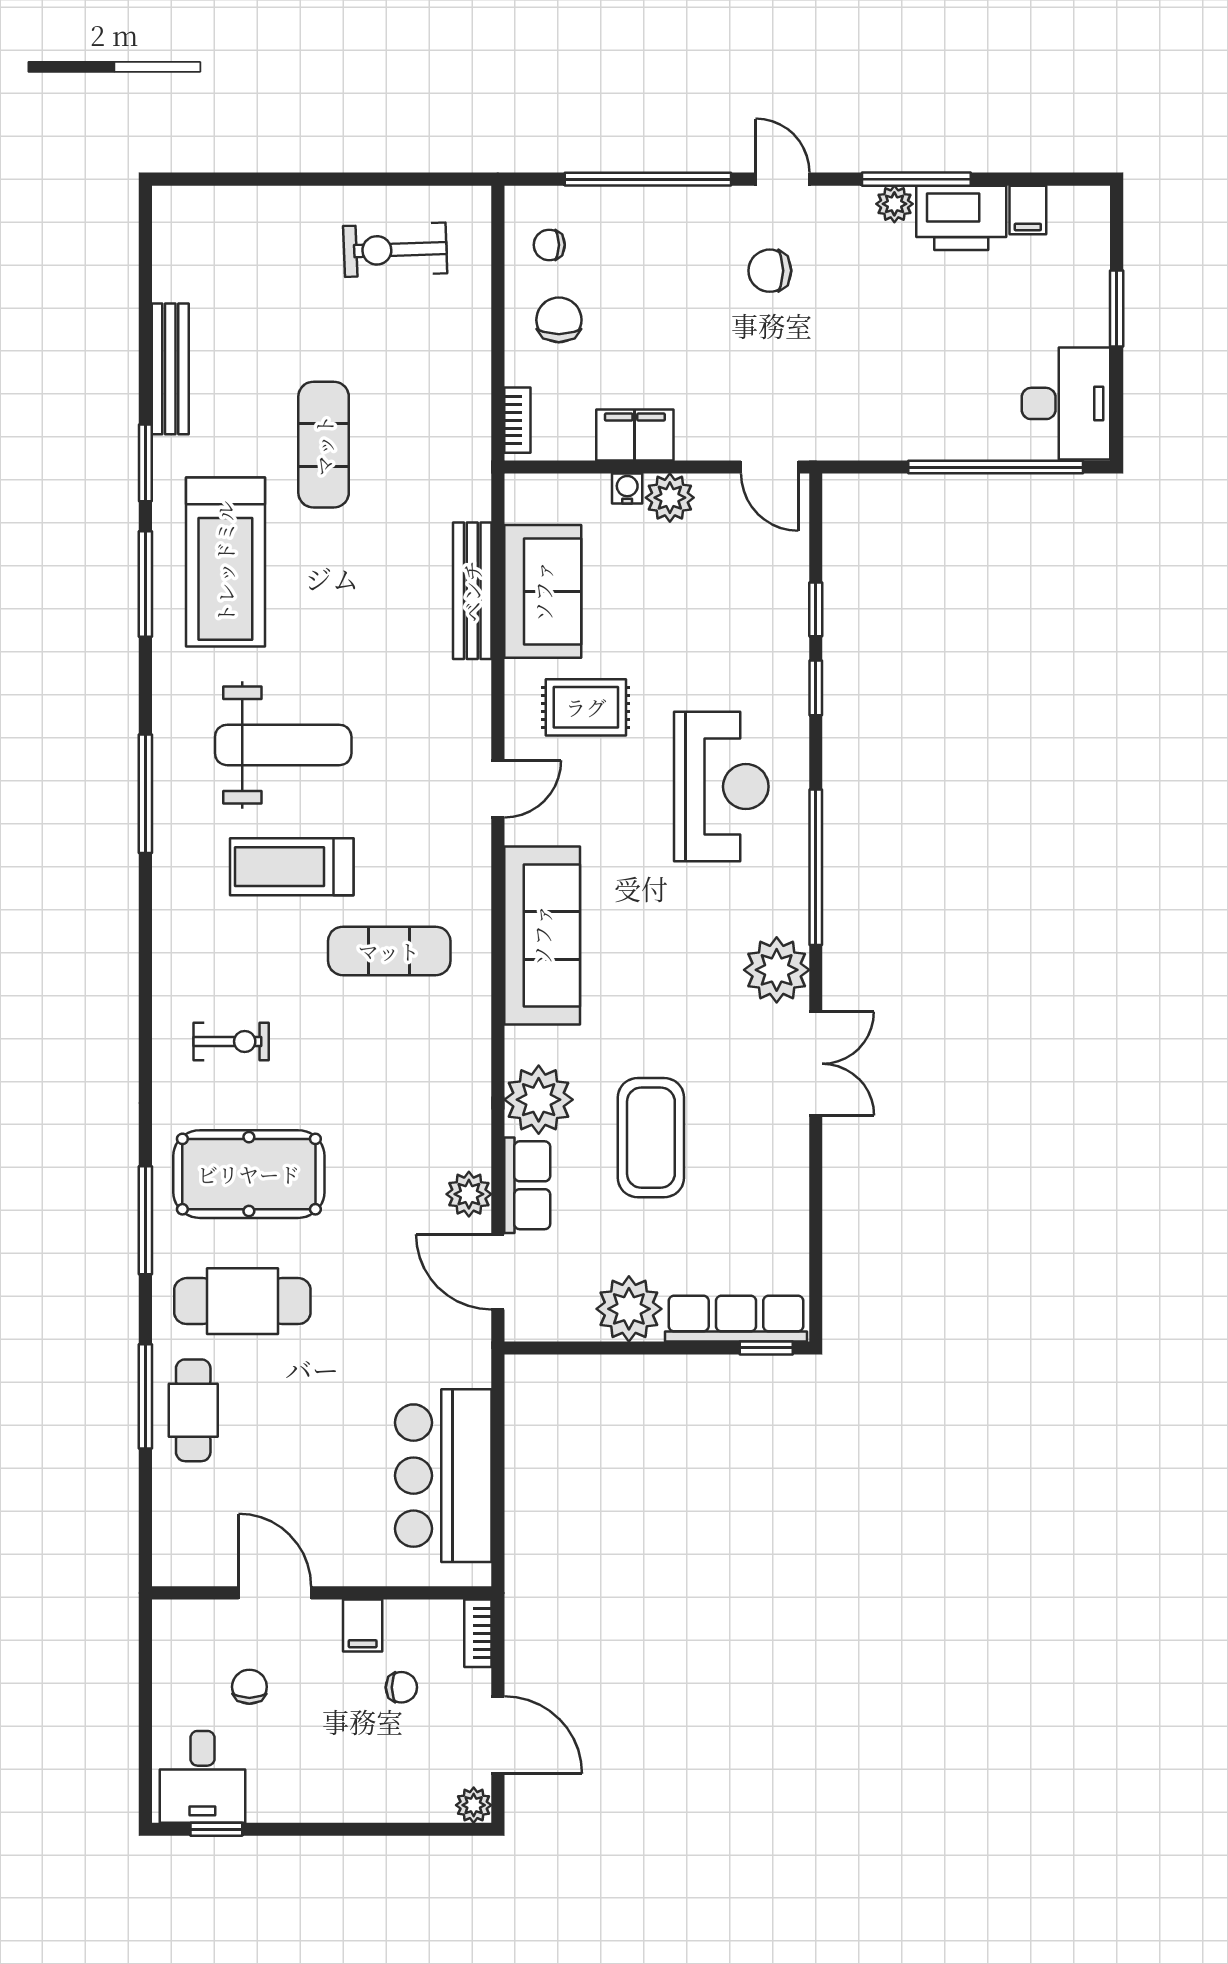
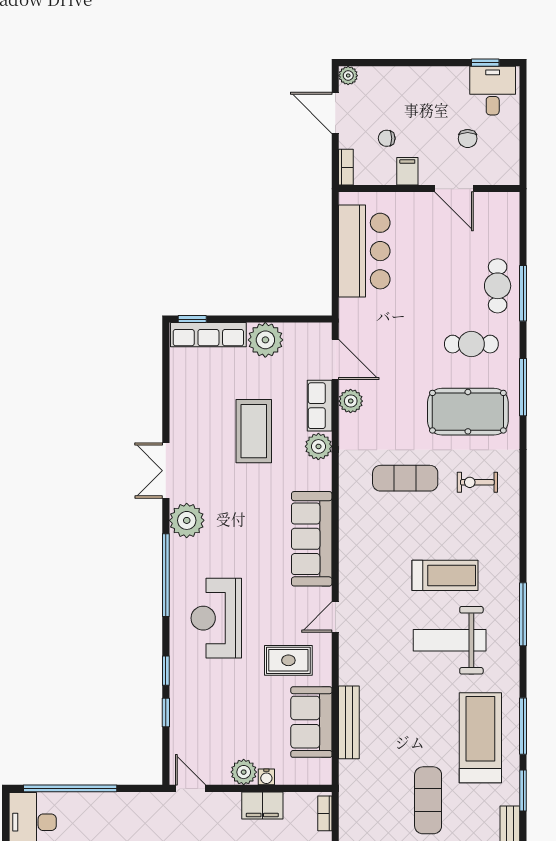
exercise mat: (389, 951) -> (405, 478), moved
plant: (539, 1100) -> (318, 446), width x0.73, depth x0.73
cafe table: (242, 1301) -> (471, 344), width x0.73, depth x0.74

